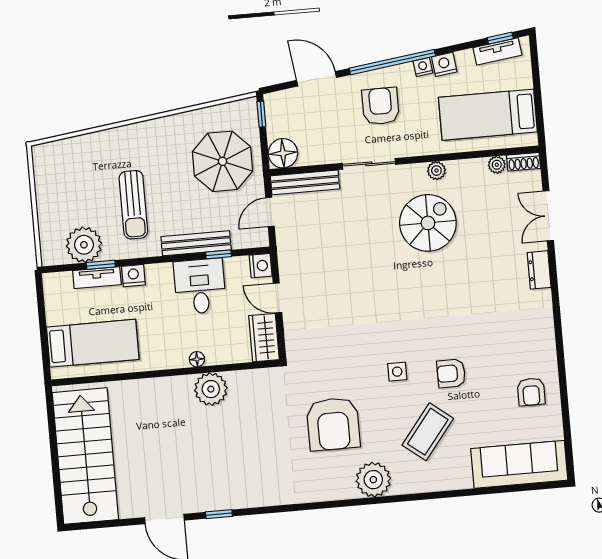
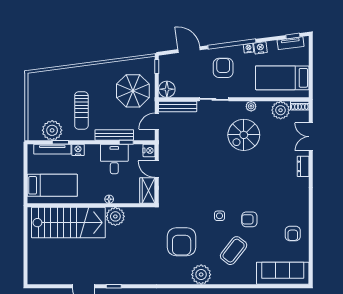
plant: (497, 165) -> (281, 110), width x1.87, depth x1.87
spiral stairs: (428, 223) -> (244, 135), turned 180
tv unit: (97, 278) -> (52, 149), width x1.41
stairs: (85, 456) -> (68, 223), moved, turned 90

